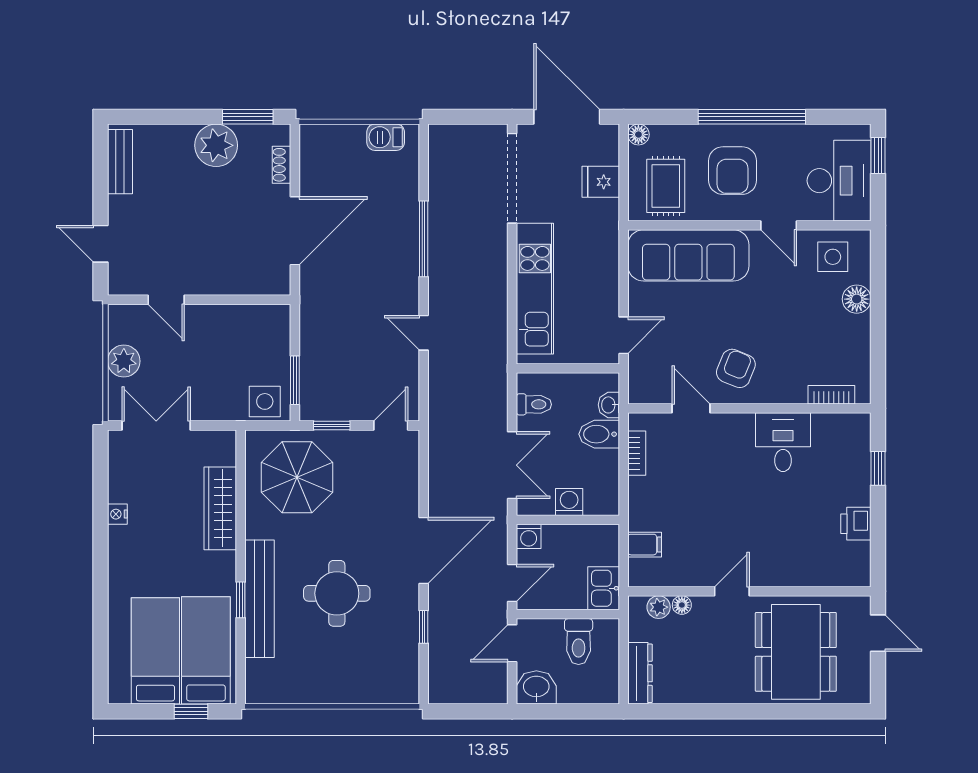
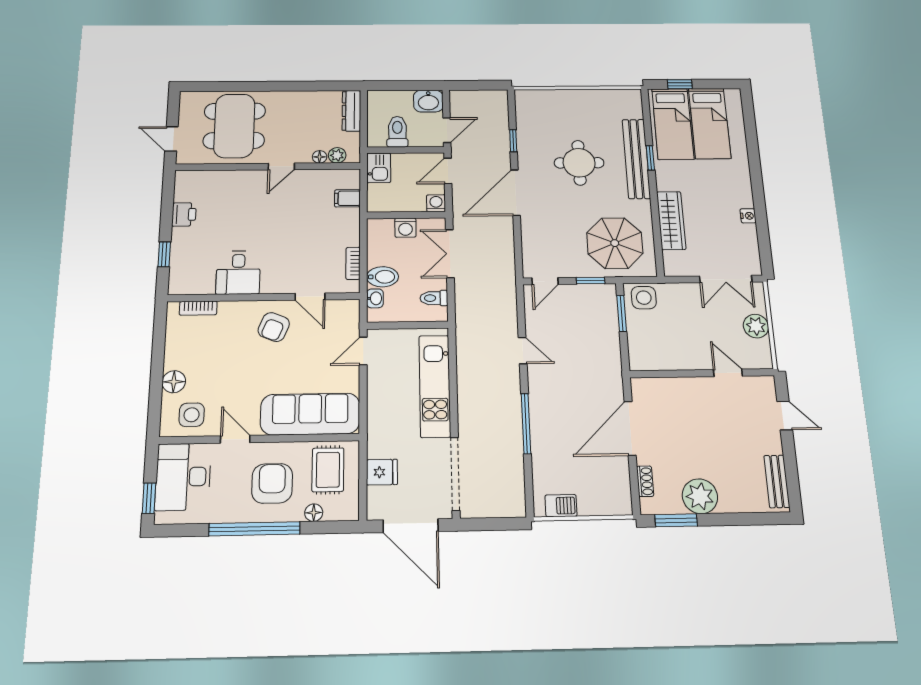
floor lamp: (638, 135) -> (314, 513), moved

